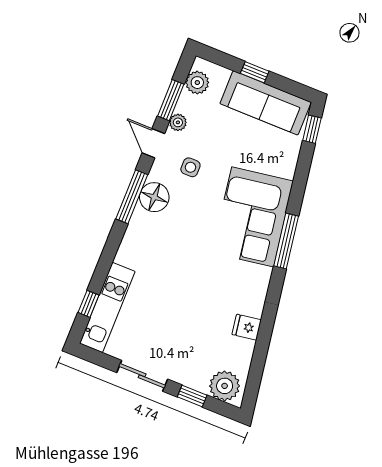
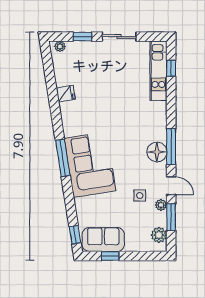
window: (255, 72) -> (110, 256), moved
sofa: (266, 103) -> (103, 240), width x0.73
side table: (190, 167) -> (140, 196), moved
plant: (225, 386) -> (60, 46), width x0.53, depth x0.53

